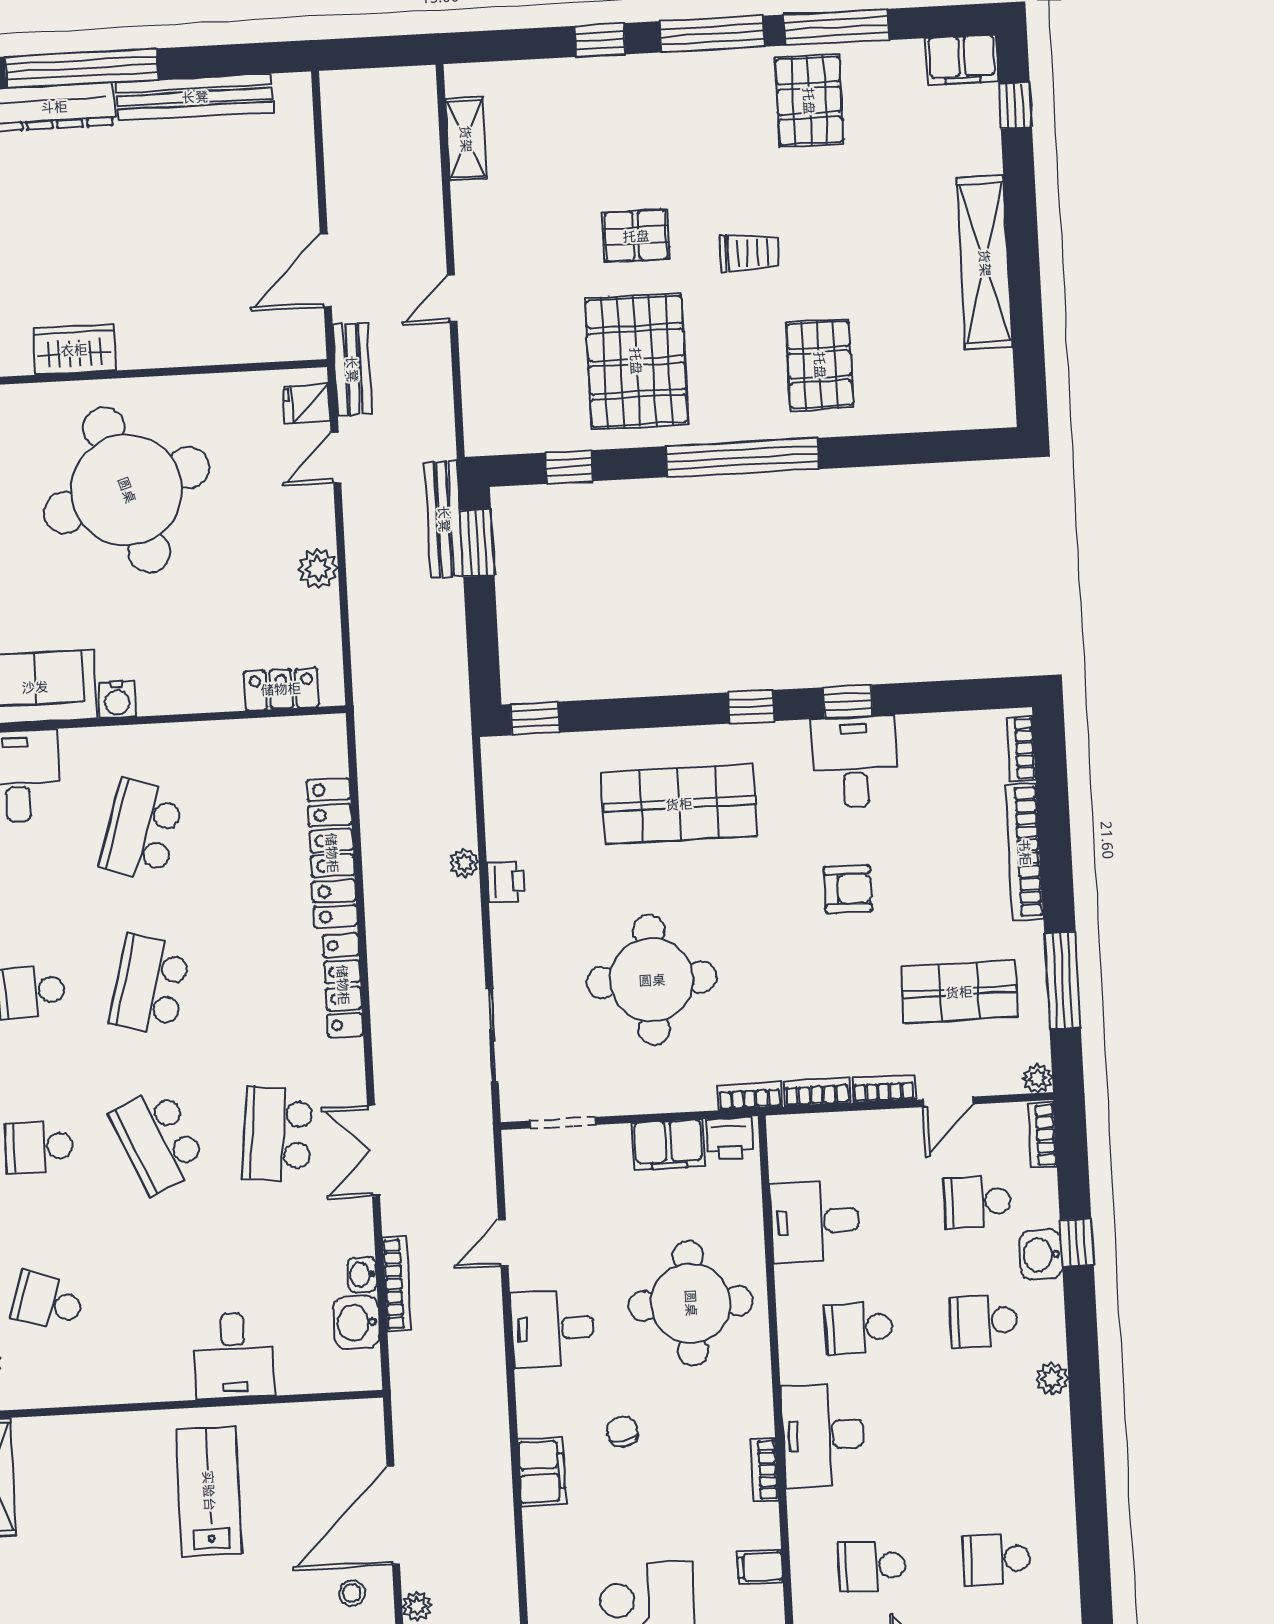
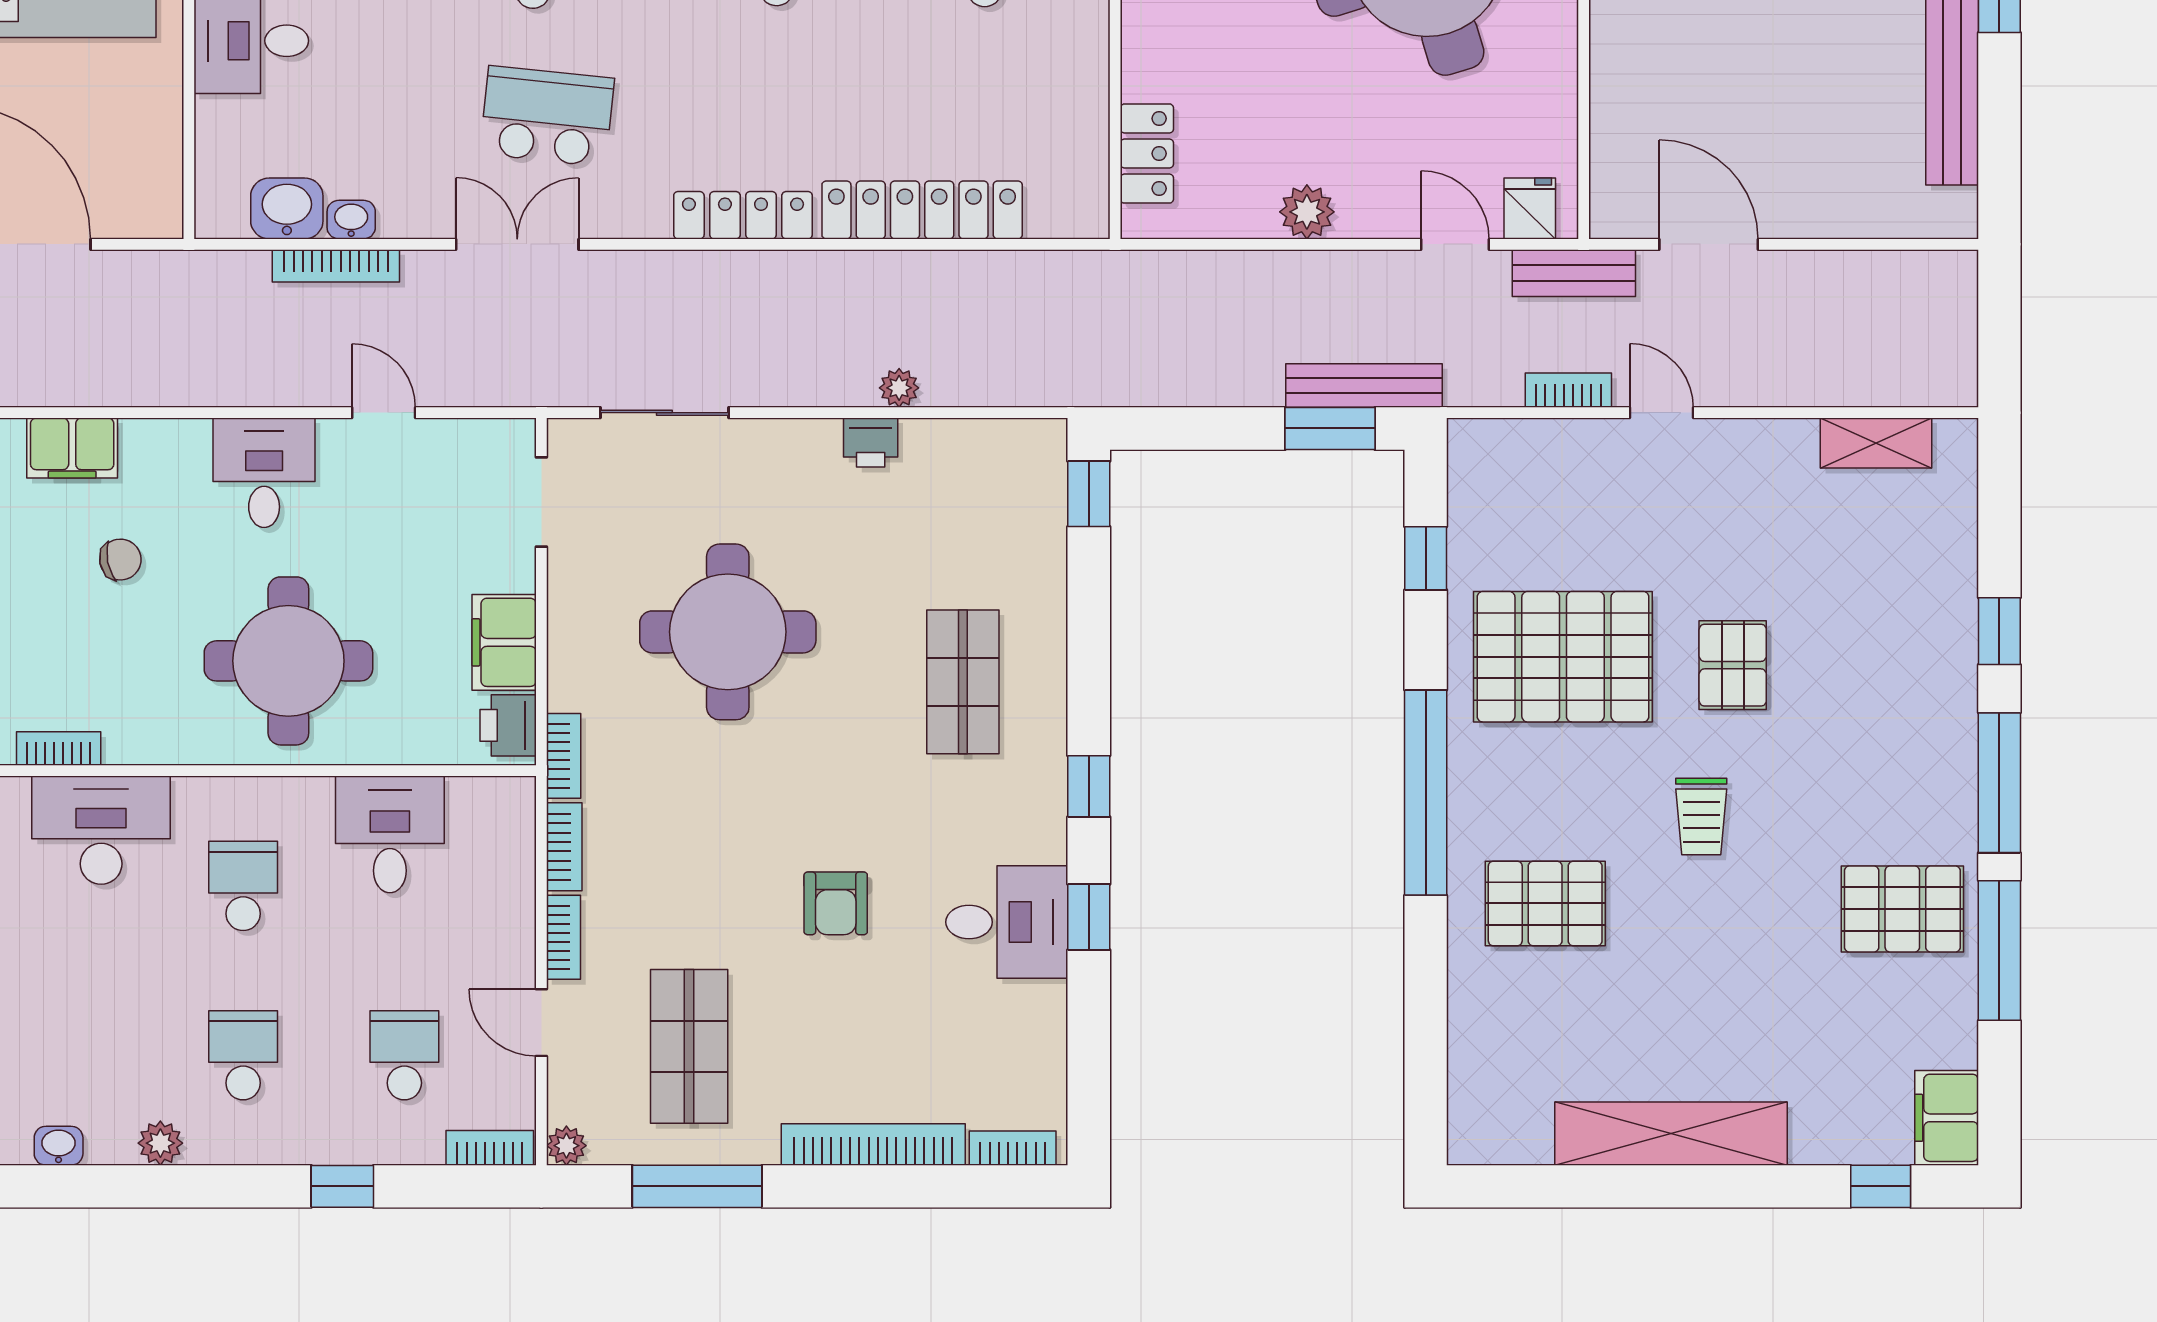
bookcase: (439, 368) -> (1568, 390), added
shop shelf: (679, 804) -> (963, 682), width x0.70, depth x0.74
washbasin: (1041, 1255) -> (59, 1146), moved, width x0.72, depth x0.69

